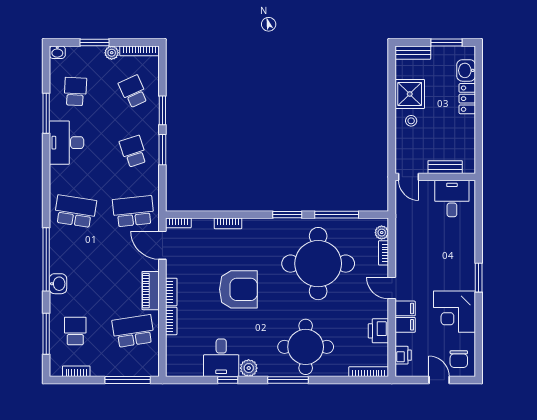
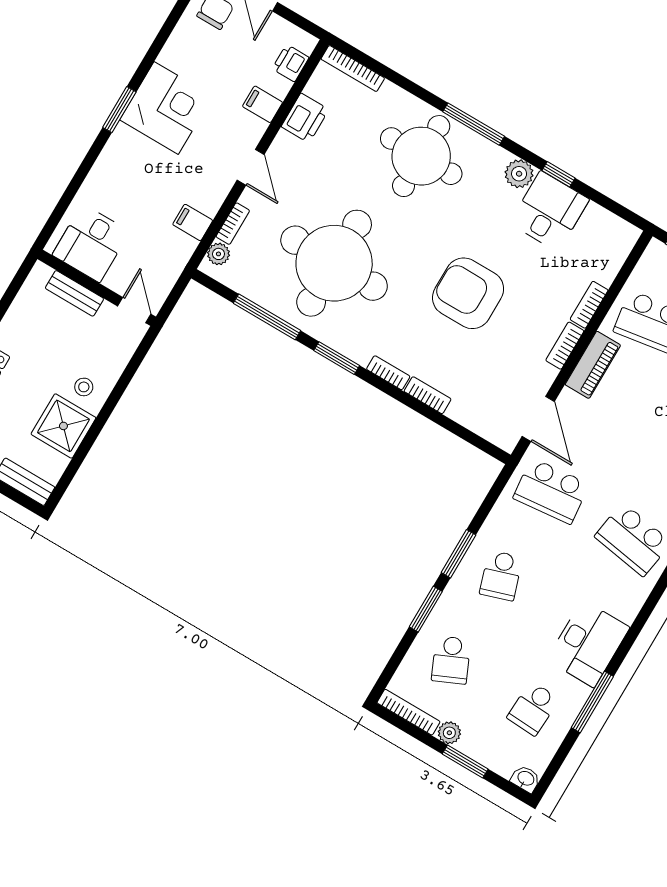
bookcase: (178, 223) -> (388, 373), moved
filing cabinet: (405, 308) -> (193, 222), moved
corner desk: (455, 312) -> (166, 108), moved

